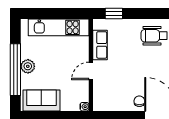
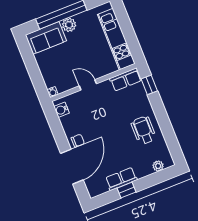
row of seats: (100, 45) -> (126, 80), moved
sofa: (41, 100) -> (46, 38), moved, turned 90
water cooler: (104, 105) -> (61, 110), added

